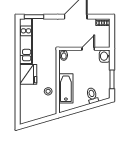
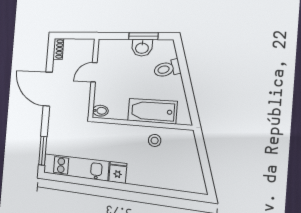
door: (88, 49) -> (94, 72), hinge flipped
washbasin: (105, 56) -> (142, 48), moved
fridge: (28, 74) -> (118, 172), width x0.53, depth x0.75

